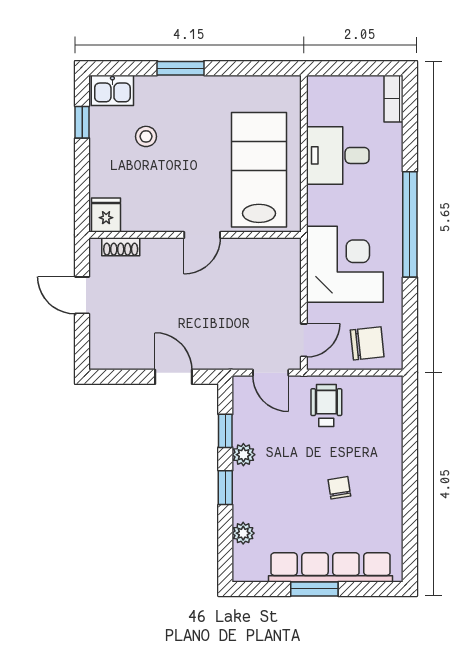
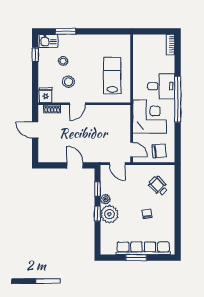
window: (181, 68) -> (66, 31), moved
desk: (338, 155) -> (161, 86), moved, turned 180
lab bench: (259, 170) -> (112, 75), width x0.73, depth x0.72
stool: (158, 184) -> (68, 82), added
door: (202, 235) -> (77, 104), moved
door: (304, 340) -> (132, 150), hinge flipped
wheelchair: (326, 406) -> (158, 186), moved, turned -44
plant: (243, 533) -> (109, 214), moved, width x1.88, depth x1.88

